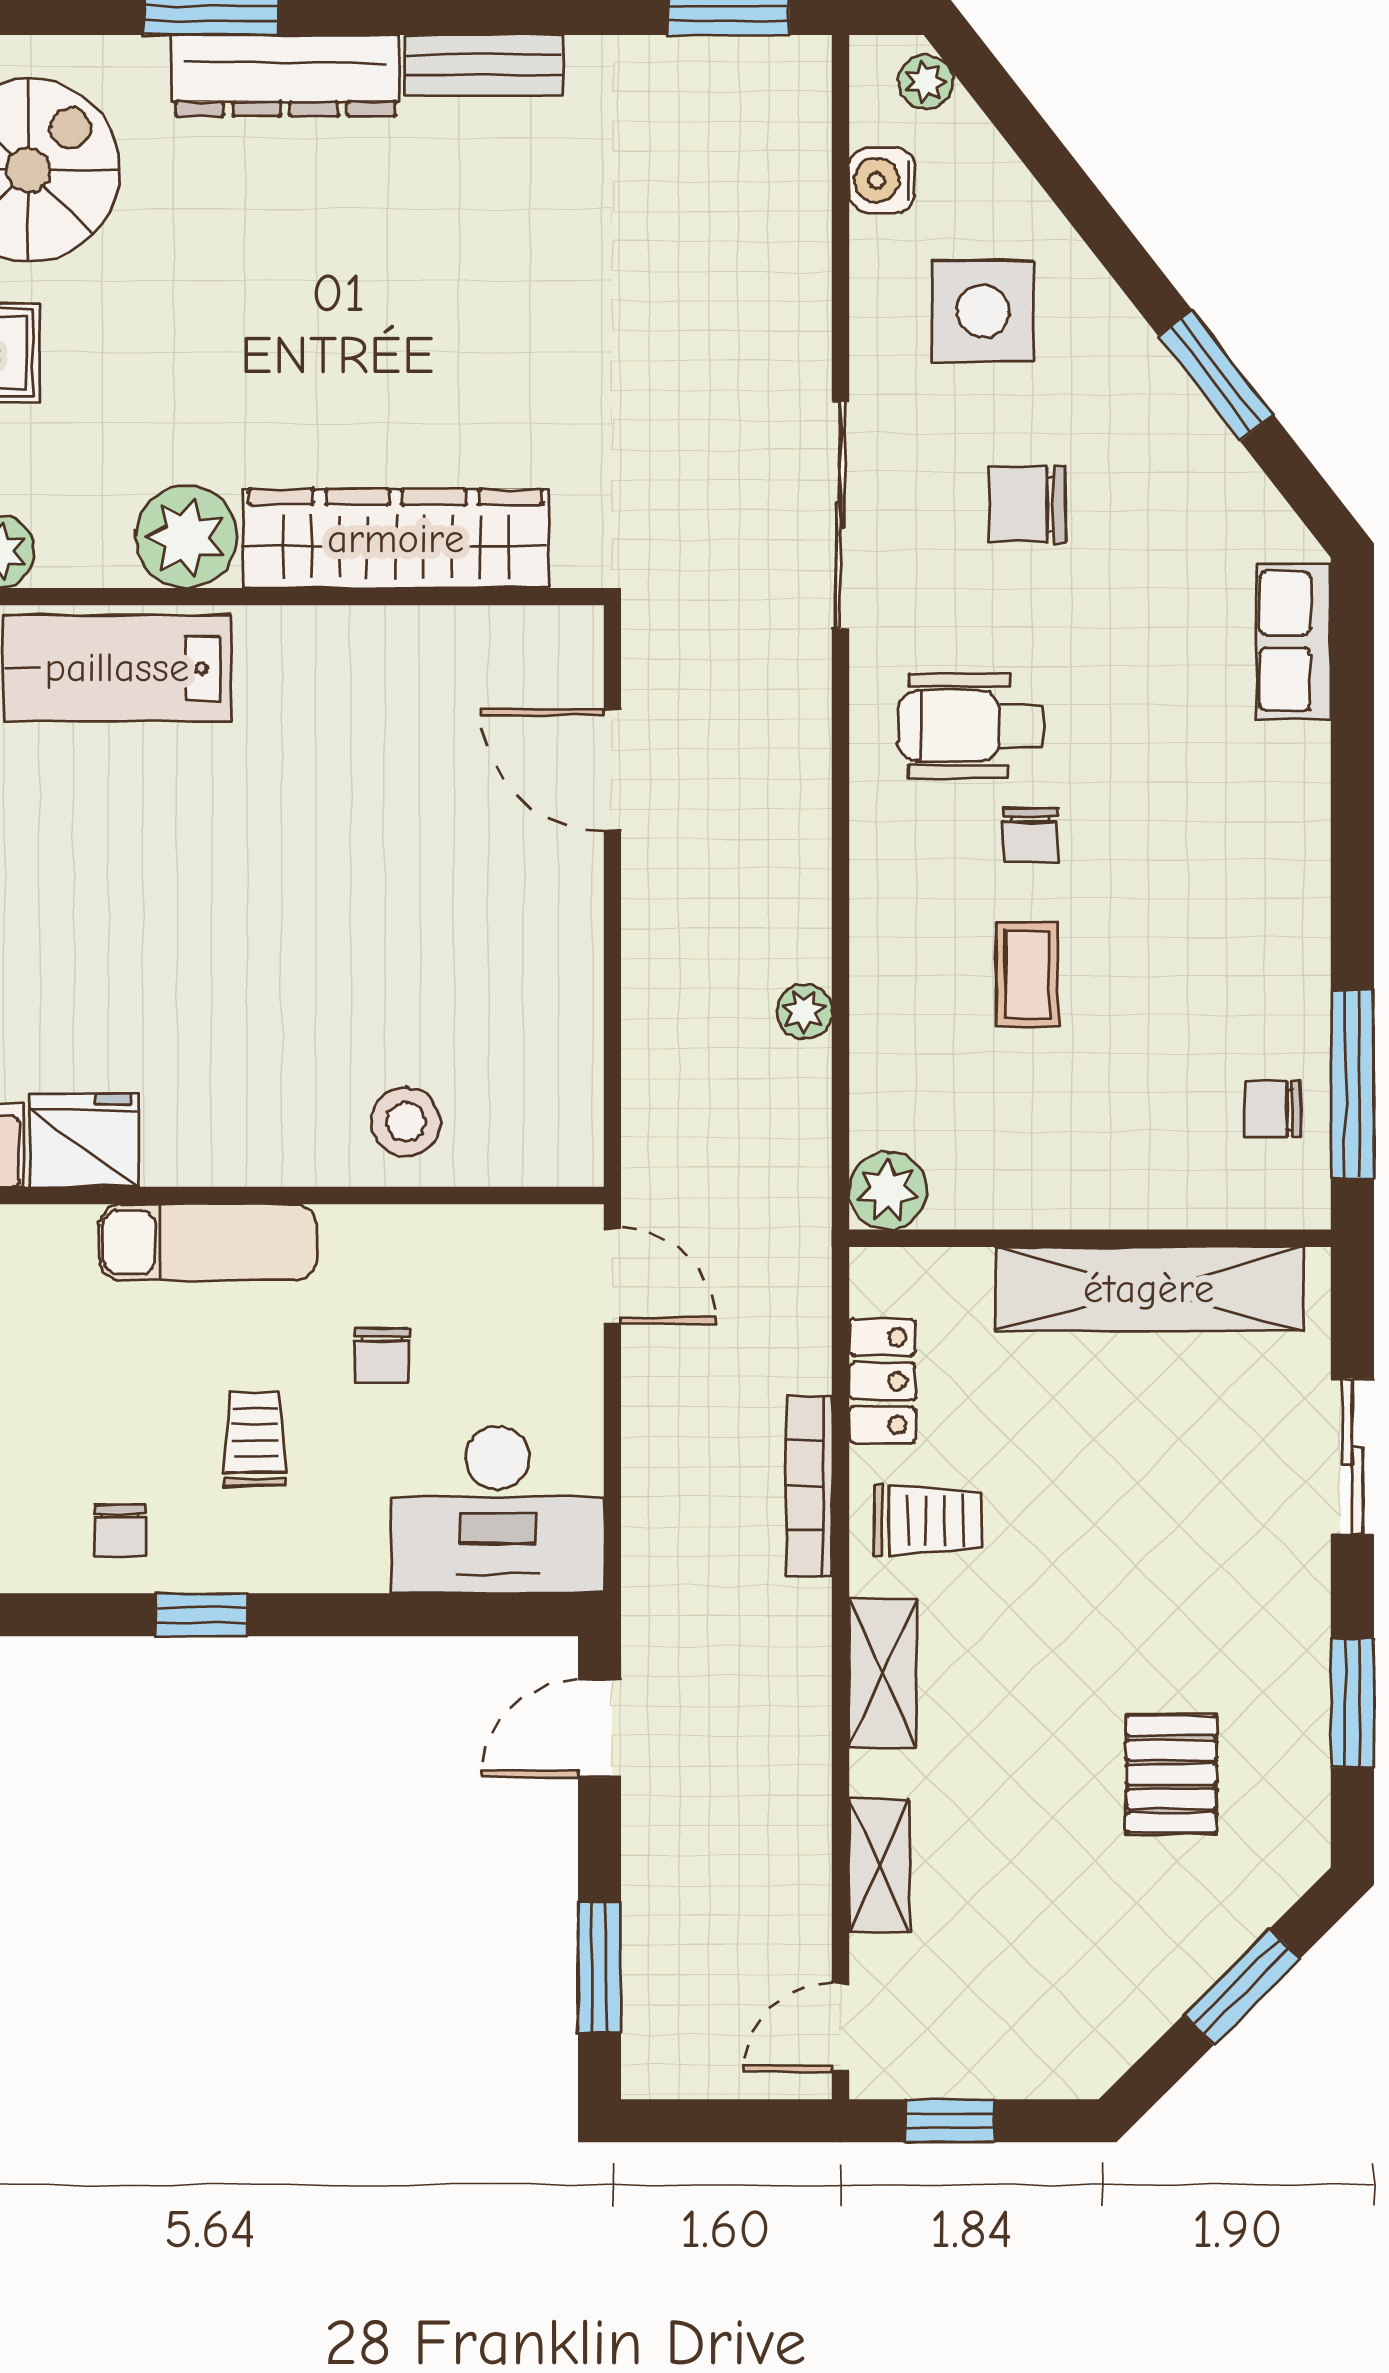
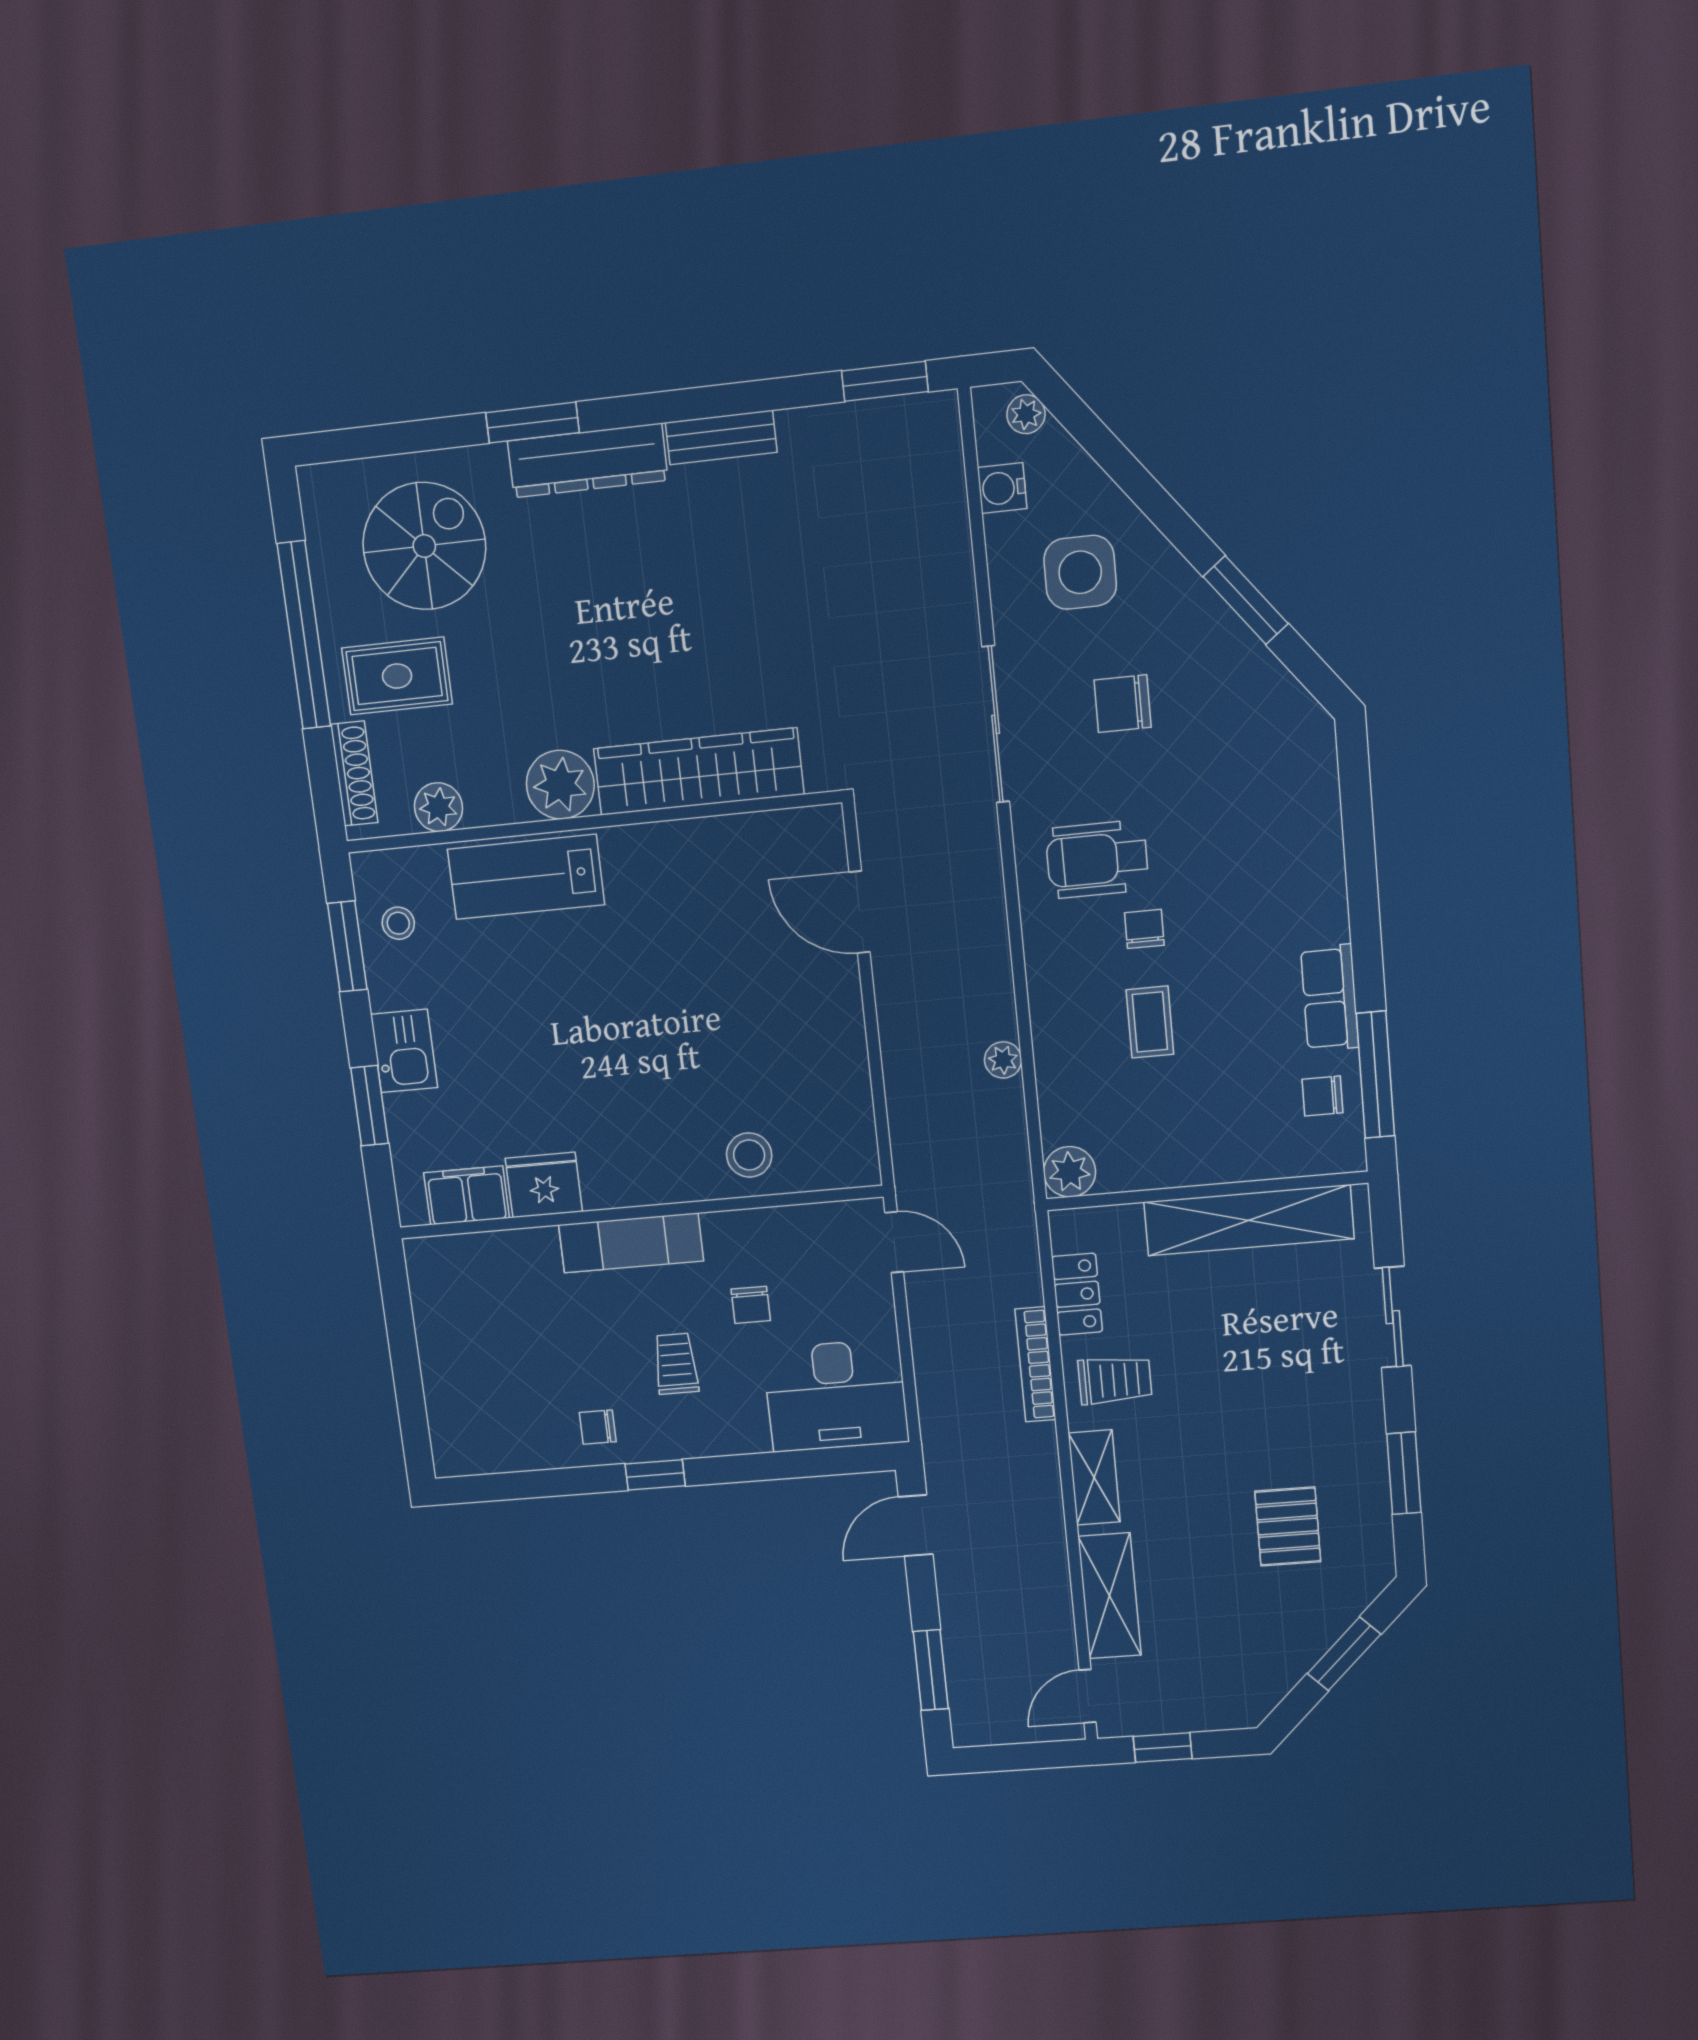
row of seats: (1294, 641) -> (1330, 998), moved
chair: (1031, 835) -> (1144, 929), turned 180
chair: (120, 1530) -> (598, 1427), turned 90
shelving: (879, 1865) -> (1110, 1596), width x1.50, depth x1.33

